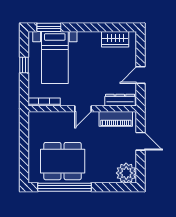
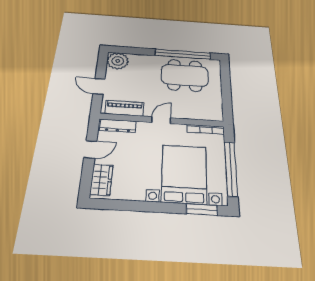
wardrobe: (115, 39) -> (101, 180), moved, turned 90
bed with nightstands: (55, 58) -> (184, 174), width x1.36
window: (24, 65) -> (231, 168), width x3.17

